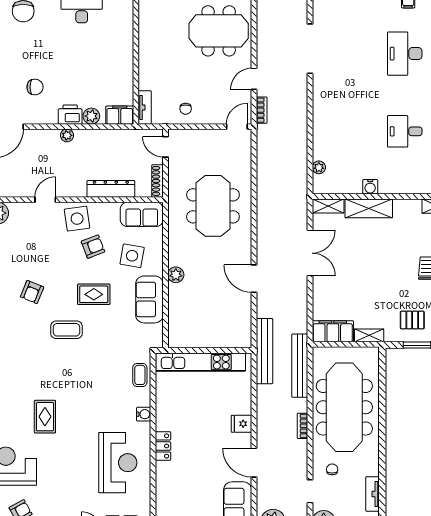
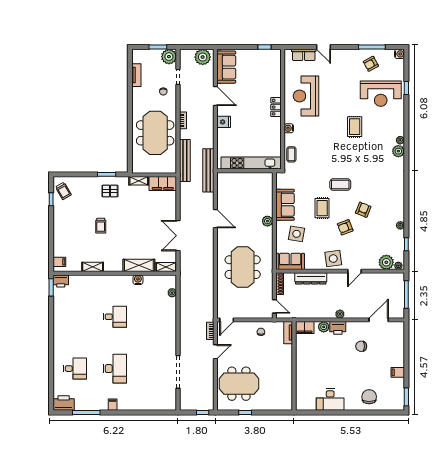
armchair: (93, 247) -> (345, 227), moved
rug: (94, 294) -> (322, 208), turned 90
meeting table: (344, 407) -> (155, 133), width x0.73

